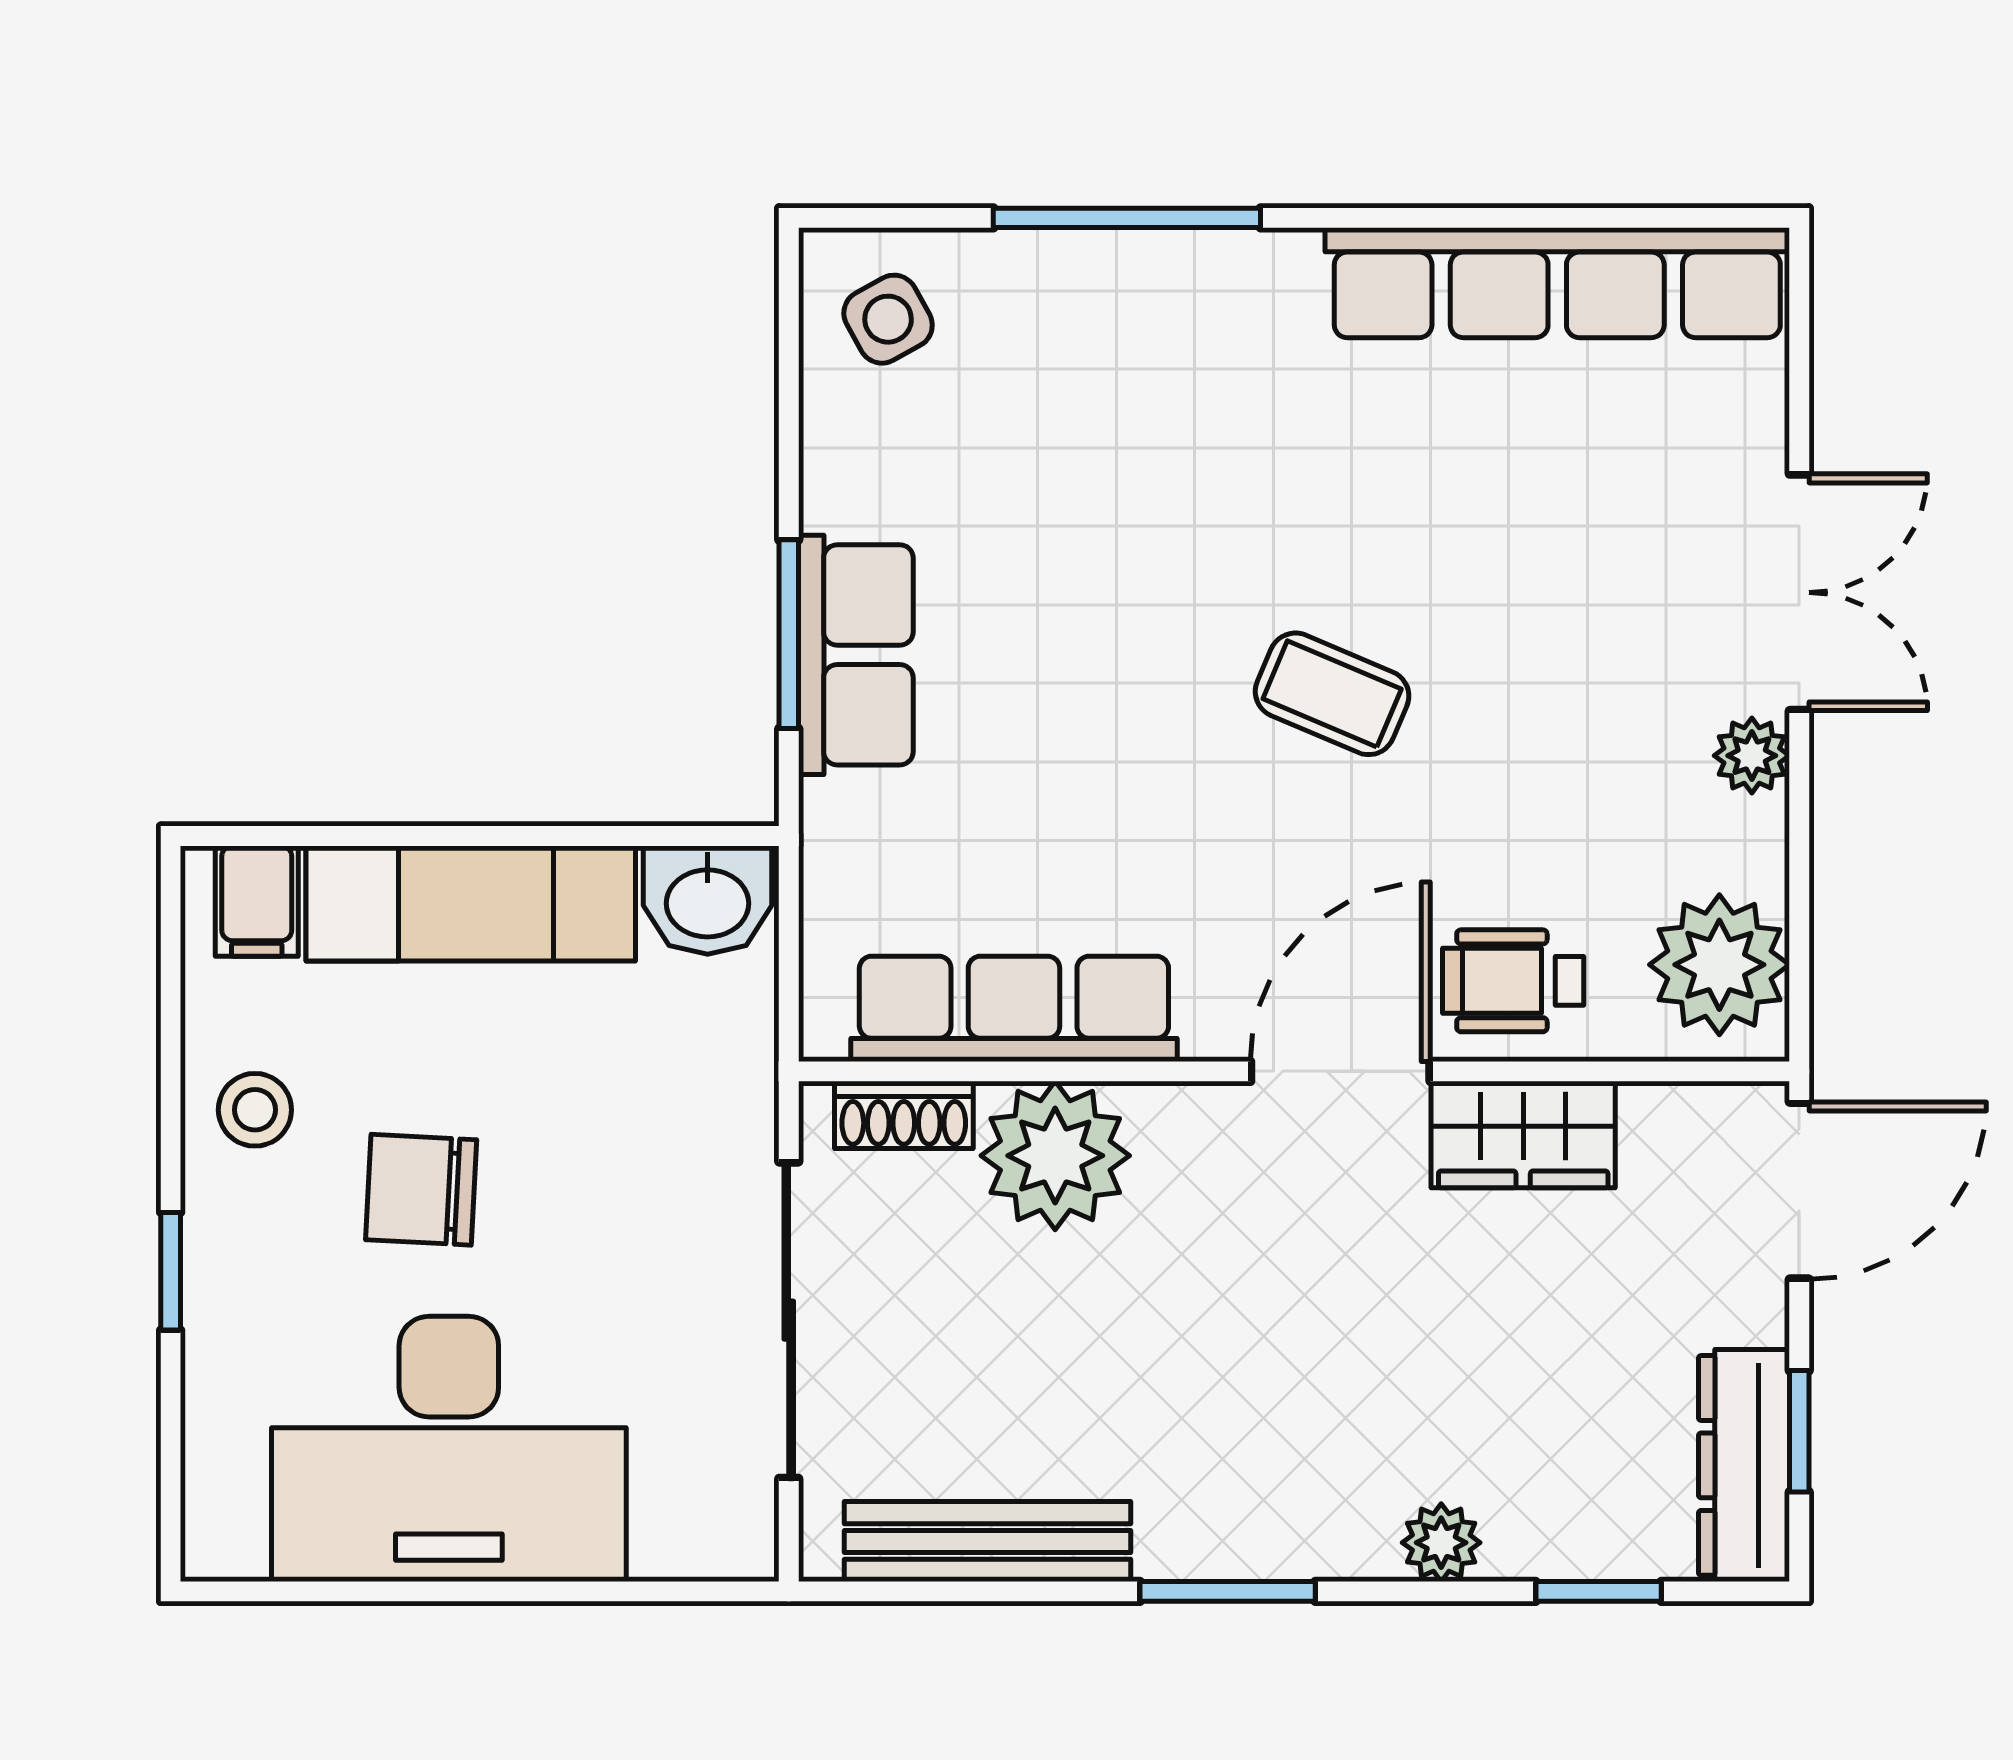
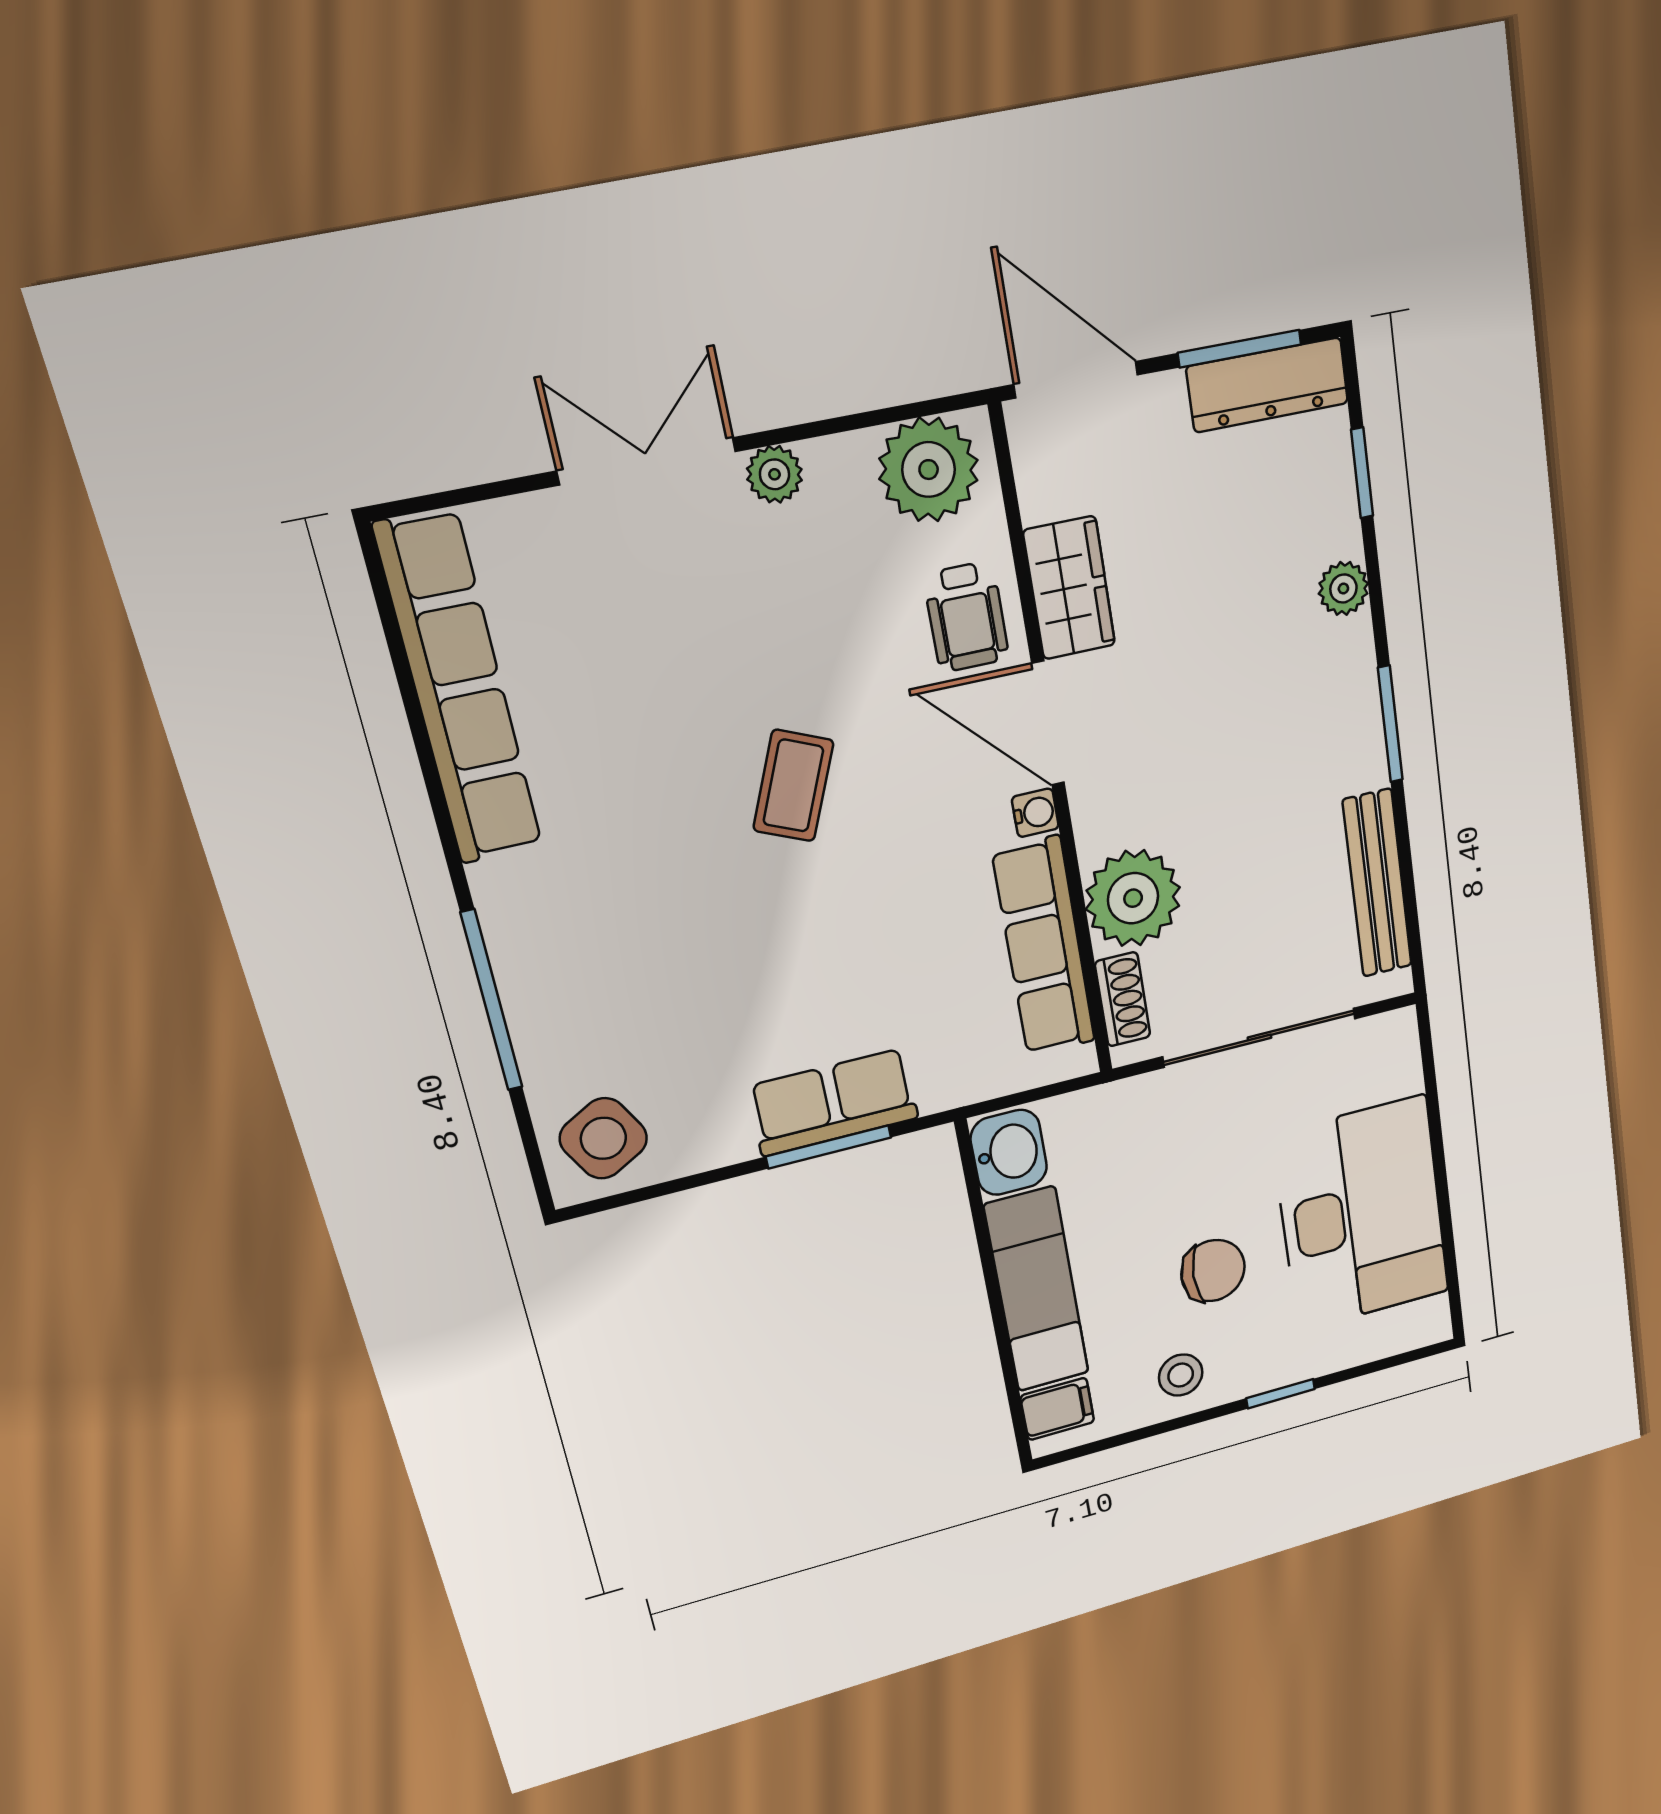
side table: (888, 319) -> (603, 1138), width x1.37, depth x1.37
water cooler: (1216, 1031) -> (1035, 813), added
chair: (421, 1190) -> (1213, 1271), turned -93
window: (1799, 1431) -> (1240, 349), width x1.50

